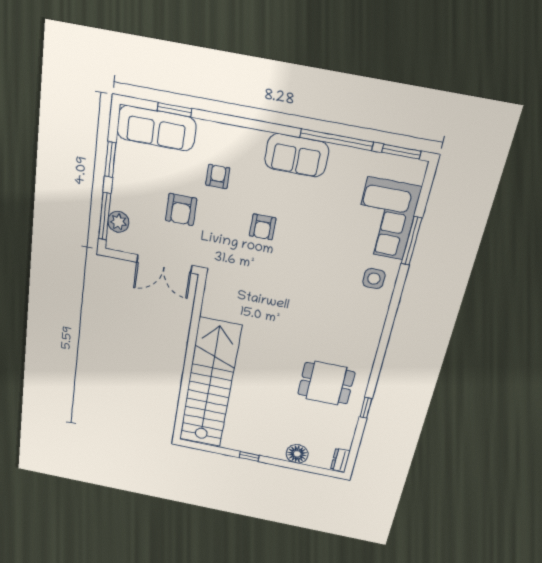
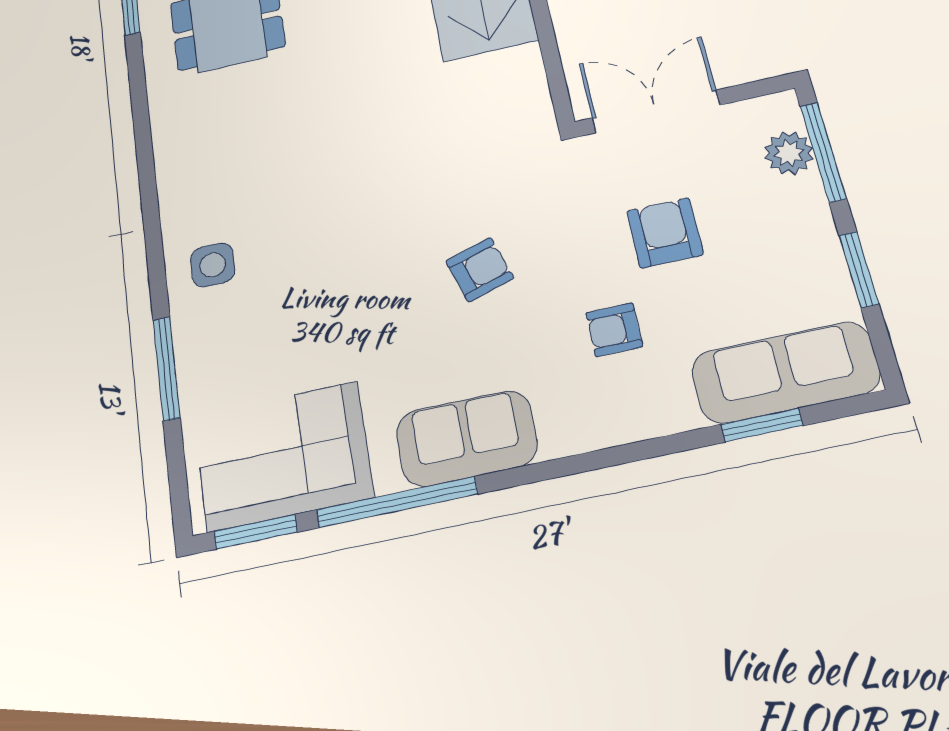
armchair: (218, 177) -> (614, 330), turned 90
corner sofa: (385, 219) -> (283, 456), moved, turned -90
armchair: (263, 227) -> (480, 270), turned 73

